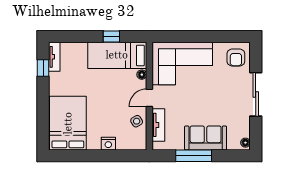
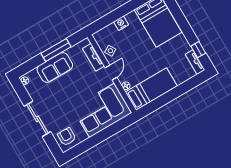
window: (111, 37) -> (163, 100), removed

